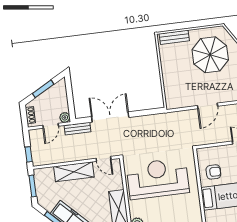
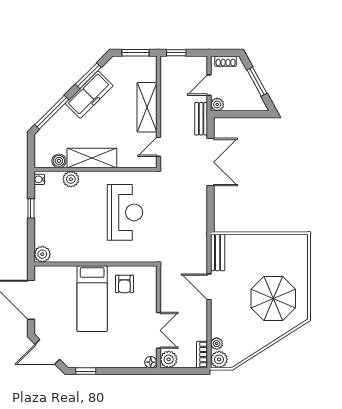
bench: (174, 37) -> (218, 252), moved
door: (51, 126) -> (209, 85), hinge flipped
reception desk: (158, 179) -> (125, 212), width x0.74, depth x0.77

